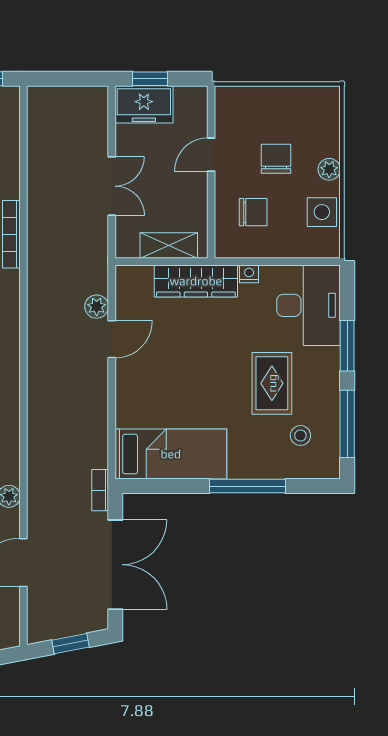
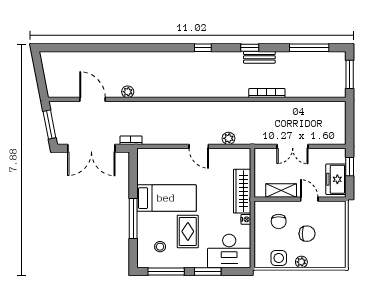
freezer: (144, 104) -> (336, 179), moved
shelving: (169, 245) -> (281, 191), moved, turned 90
door: (112, 339) -> (199, 146), moved
rug: (272, 383) -> (188, 231), turned 90
bed: (171, 454) -> (166, 198), moved, turned -90
window: (70, 644) -> (49, 124), width x1.50

